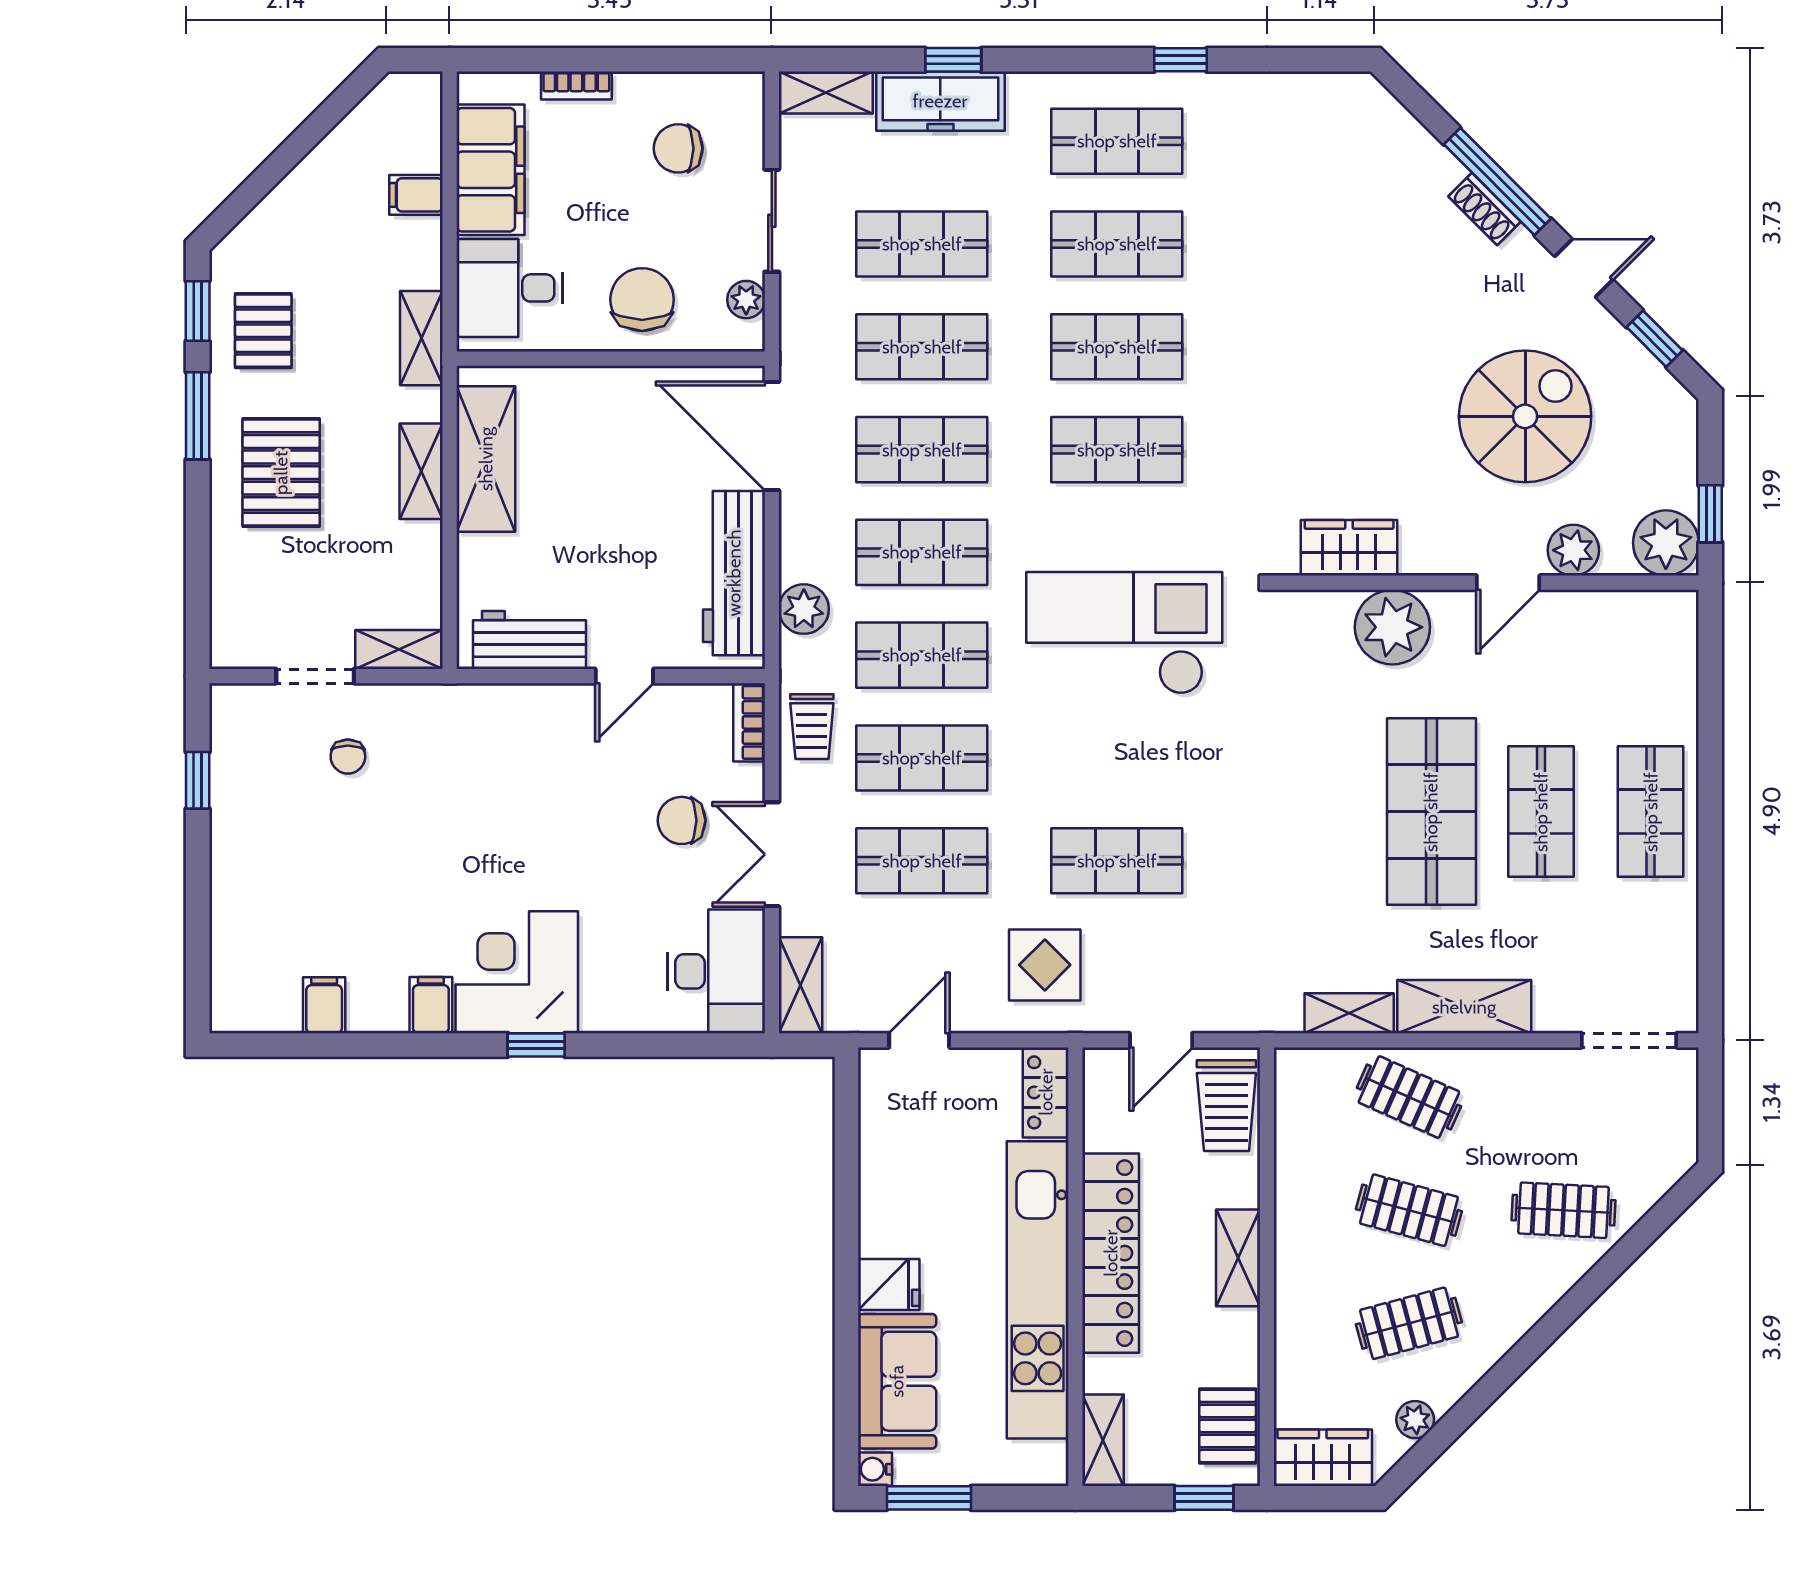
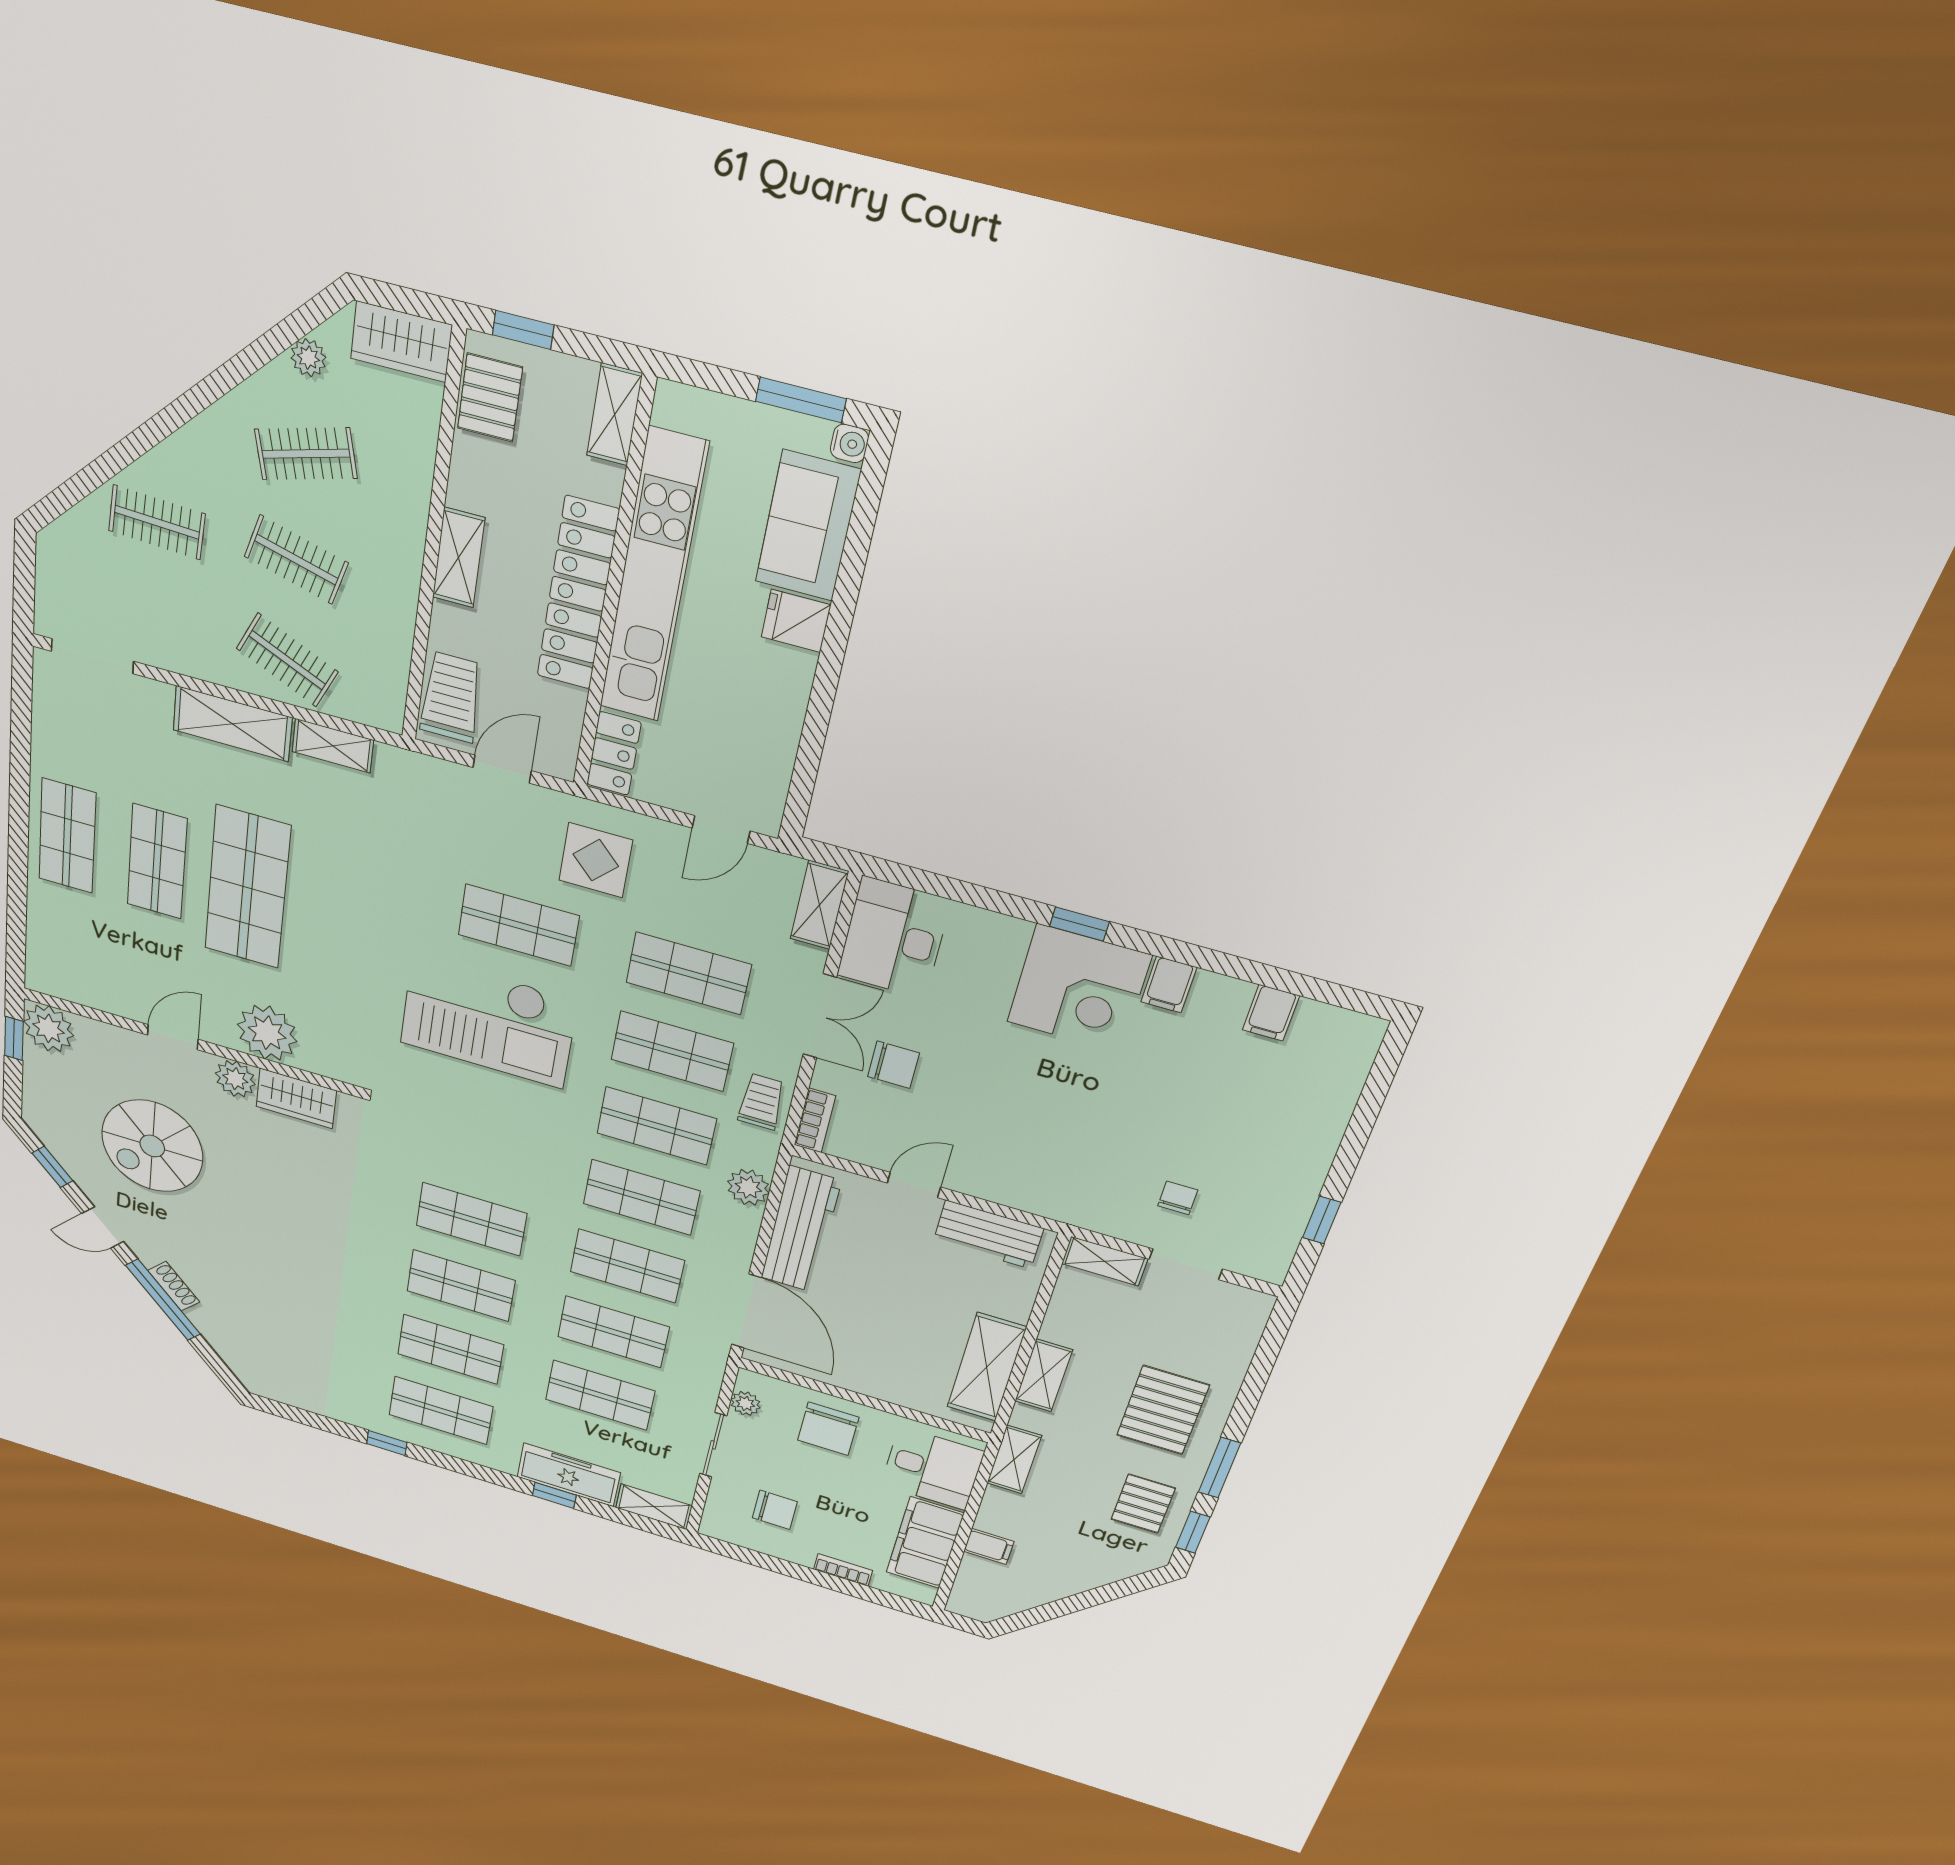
plant: (1573, 550) -> (235, 1079), moved
checkout: (1124, 633) -> (488, 1021), moved

